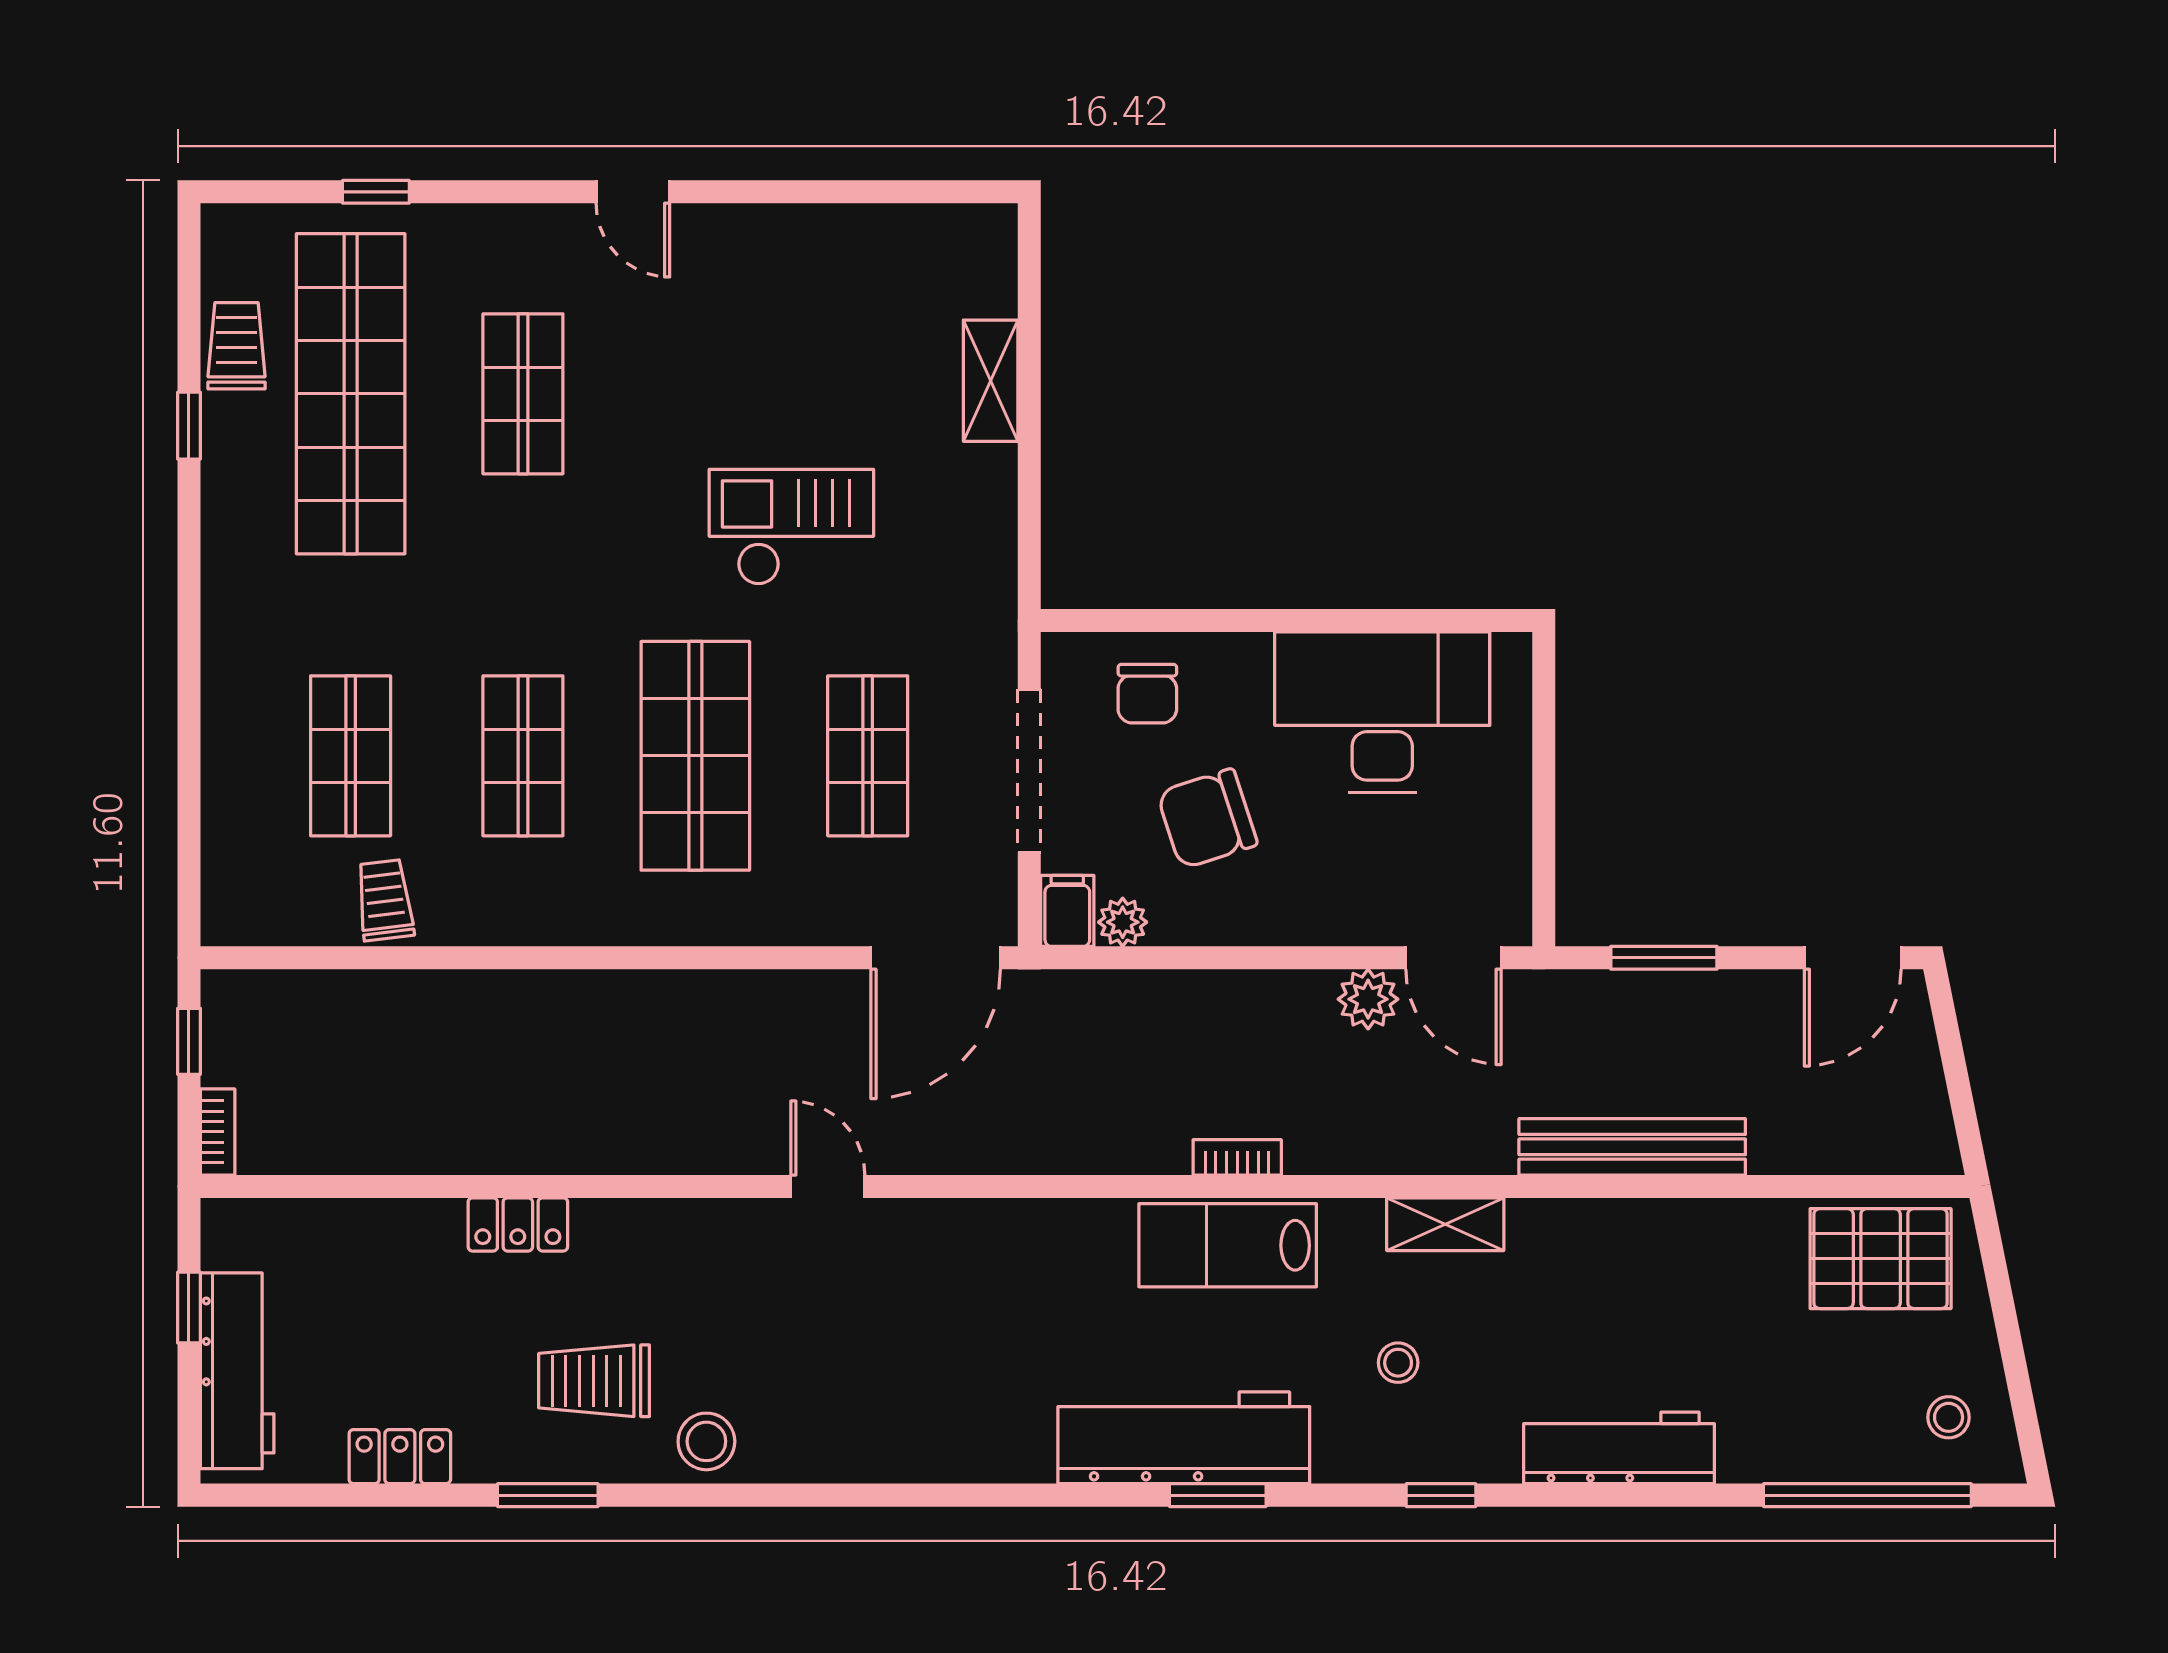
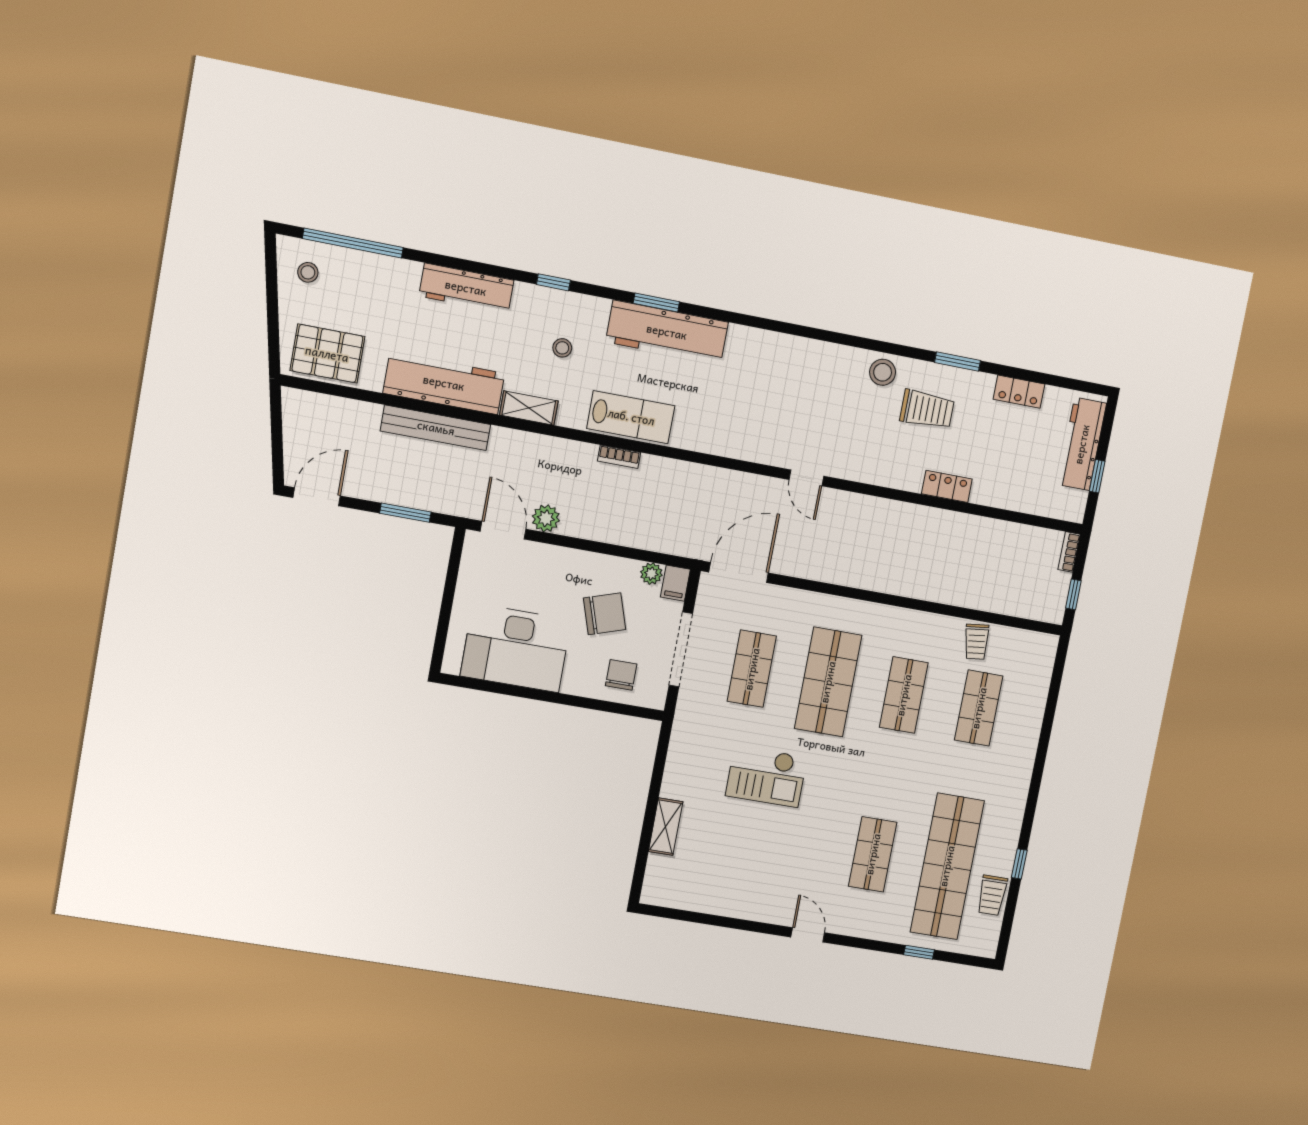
workbench: (1631, 1243) -> (444, 383), added

